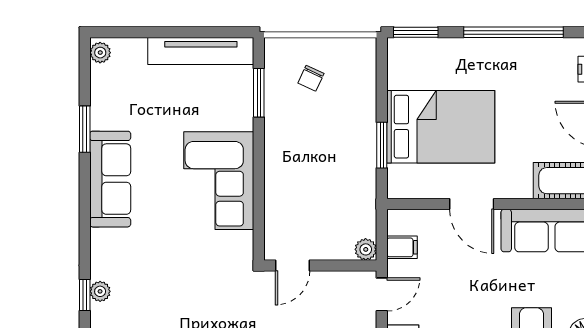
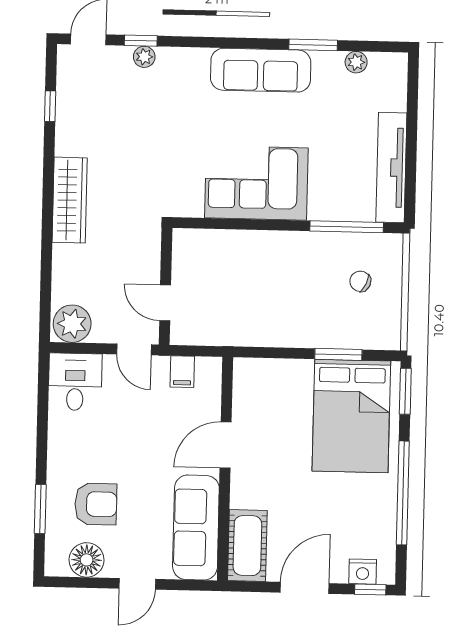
plant: (100, 53) -> (356, 62), moved
window: (259, 93) -> (347, 227), width x1.44
bed: (441, 127) -> (351, 416), moved
window: (382, 145) -> (338, 354), moved
plant: (366, 249) -> (181, 334), removed
door: (292, 265) -> (165, 303), moved

